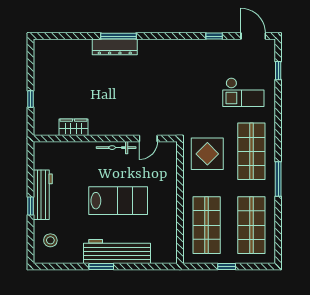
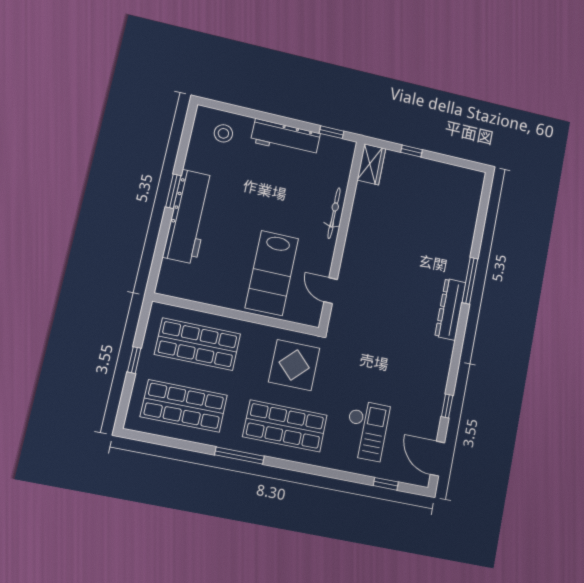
door: (253, 36) -> (437, 459), swing flipped
dresser: (115, 47) -> (450, 309), moved
checkout: (243, 92) -> (366, 430), turned 180
wardrobe: (74, 127) -> (371, 164), moved
bicycle: (116, 148) -> (334, 213), moved
lab bench: (118, 201) -> (272, 273), moved
window: (31, 206) -> (332, 132), moved

